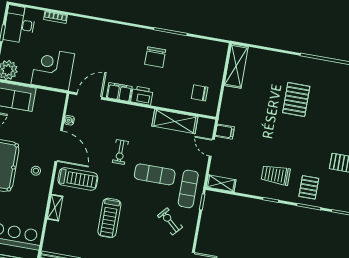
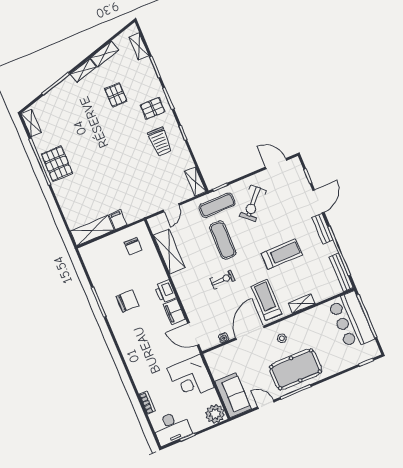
pallet: (296, 100) -> (57, 164), moved, turned 90
filing cabinet: (225, 132) -> (118, 220), moved
exercise bike: (170, 221) -> (253, 203), width x1.38, depth x1.39

